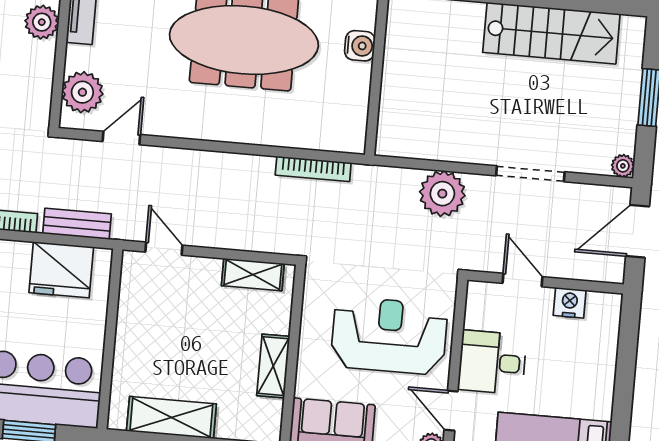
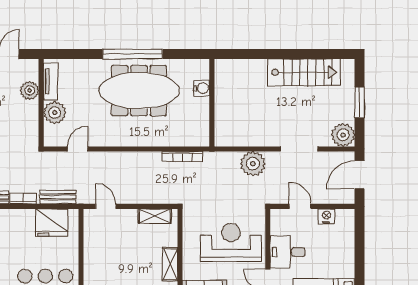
plant: (82, 92) -> (55, 113), moved
plant: (623, 166) -> (343, 135), width x1.88, depth x1.88

